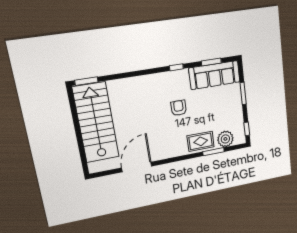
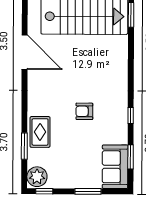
sofa: (214, 75) -> (115, 167), width x0.73
armchair: (179, 108) -> (84, 111), turned 180
plant: (225, 139) -> (37, 177), moved

